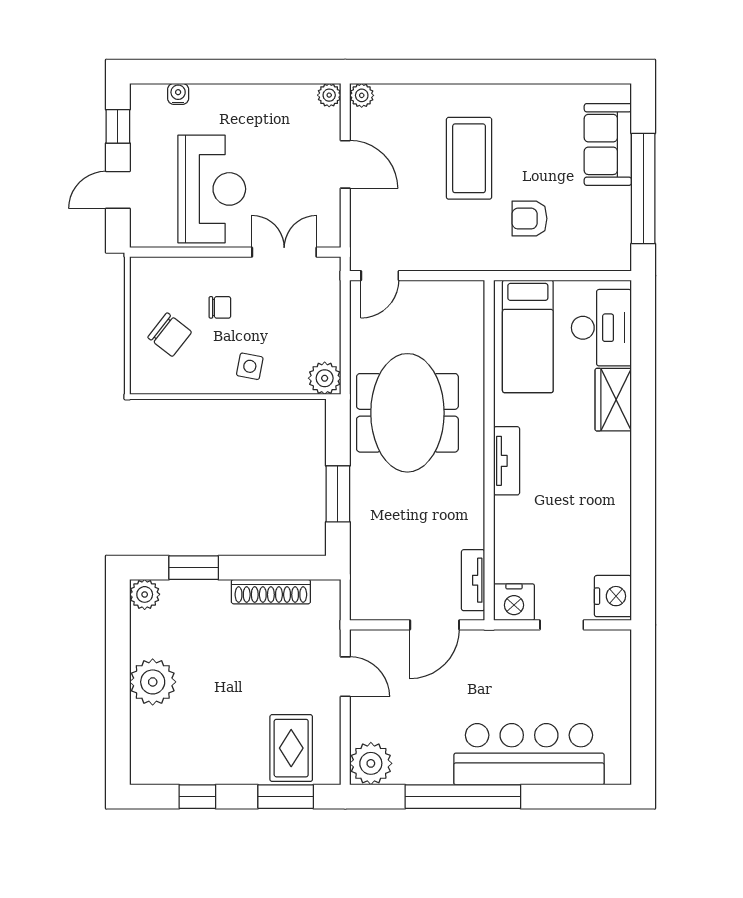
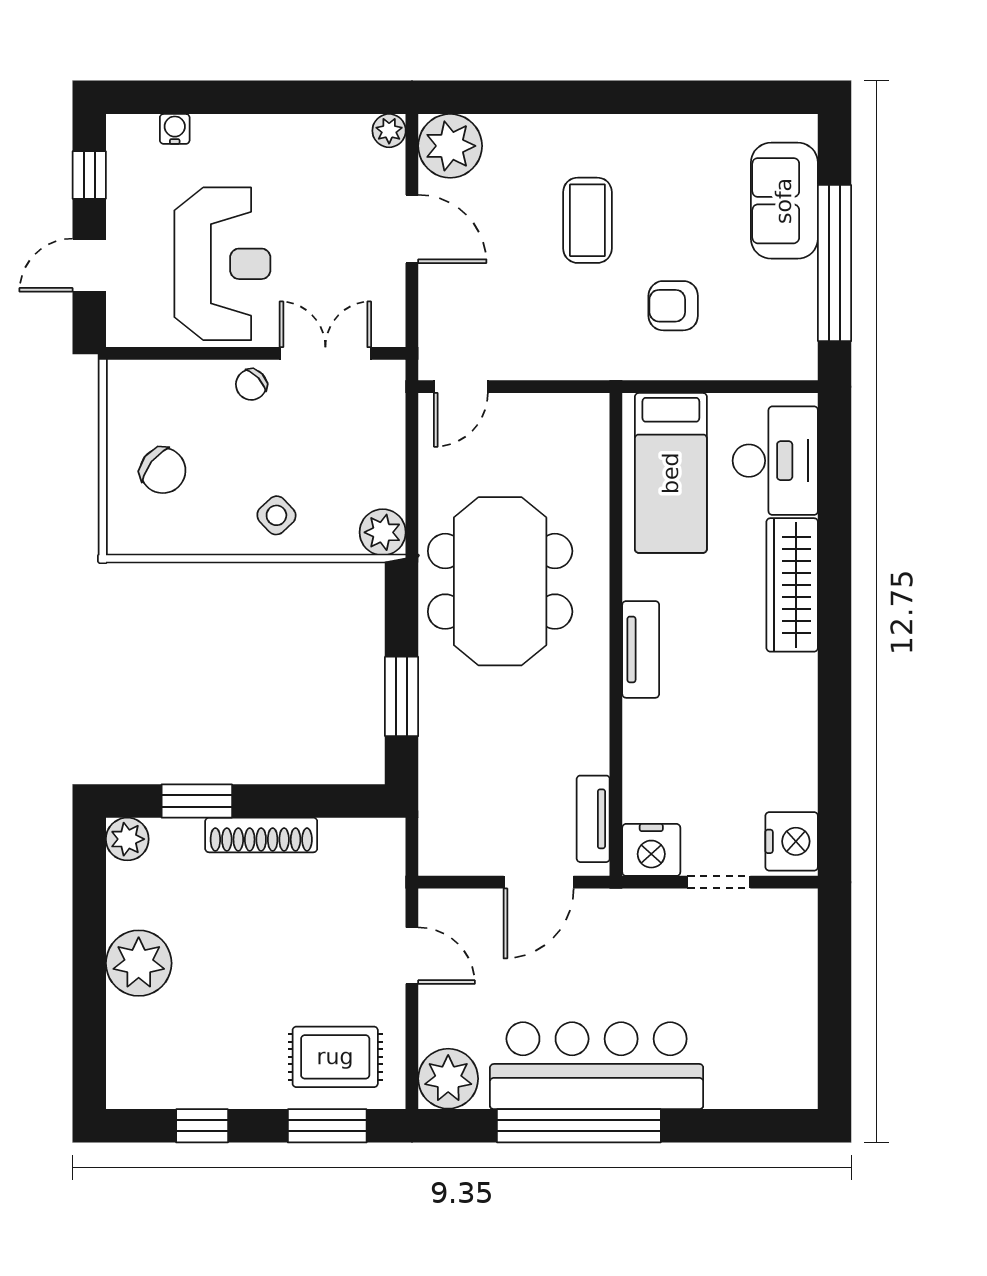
plant: (362, 95) -> (450, 146), width x1.87, depth x1.87
coffee table: (469, 158) -> (587, 220), width x0.73, depth x0.76
chair: (220, 307) -> (251, 385), moved, turned 137
side table: (250, 366) -> (276, 515), turned 36
wardrobe: (613, 400) -> (792, 585), width x1.50
shoe rack: (271, 592) -> (261, 835), moved
rug: (291, 748) -> (335, 1057), turned 90
bar counter: (529, 754) -> (597, 1066), moved

